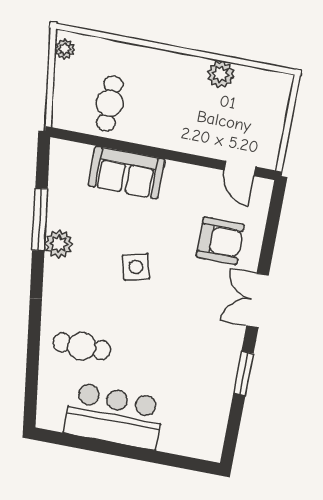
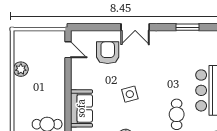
door: (240, 168) -> (68, 50), hinge flipped
window: (243, 373) -> (188, 27), moved

